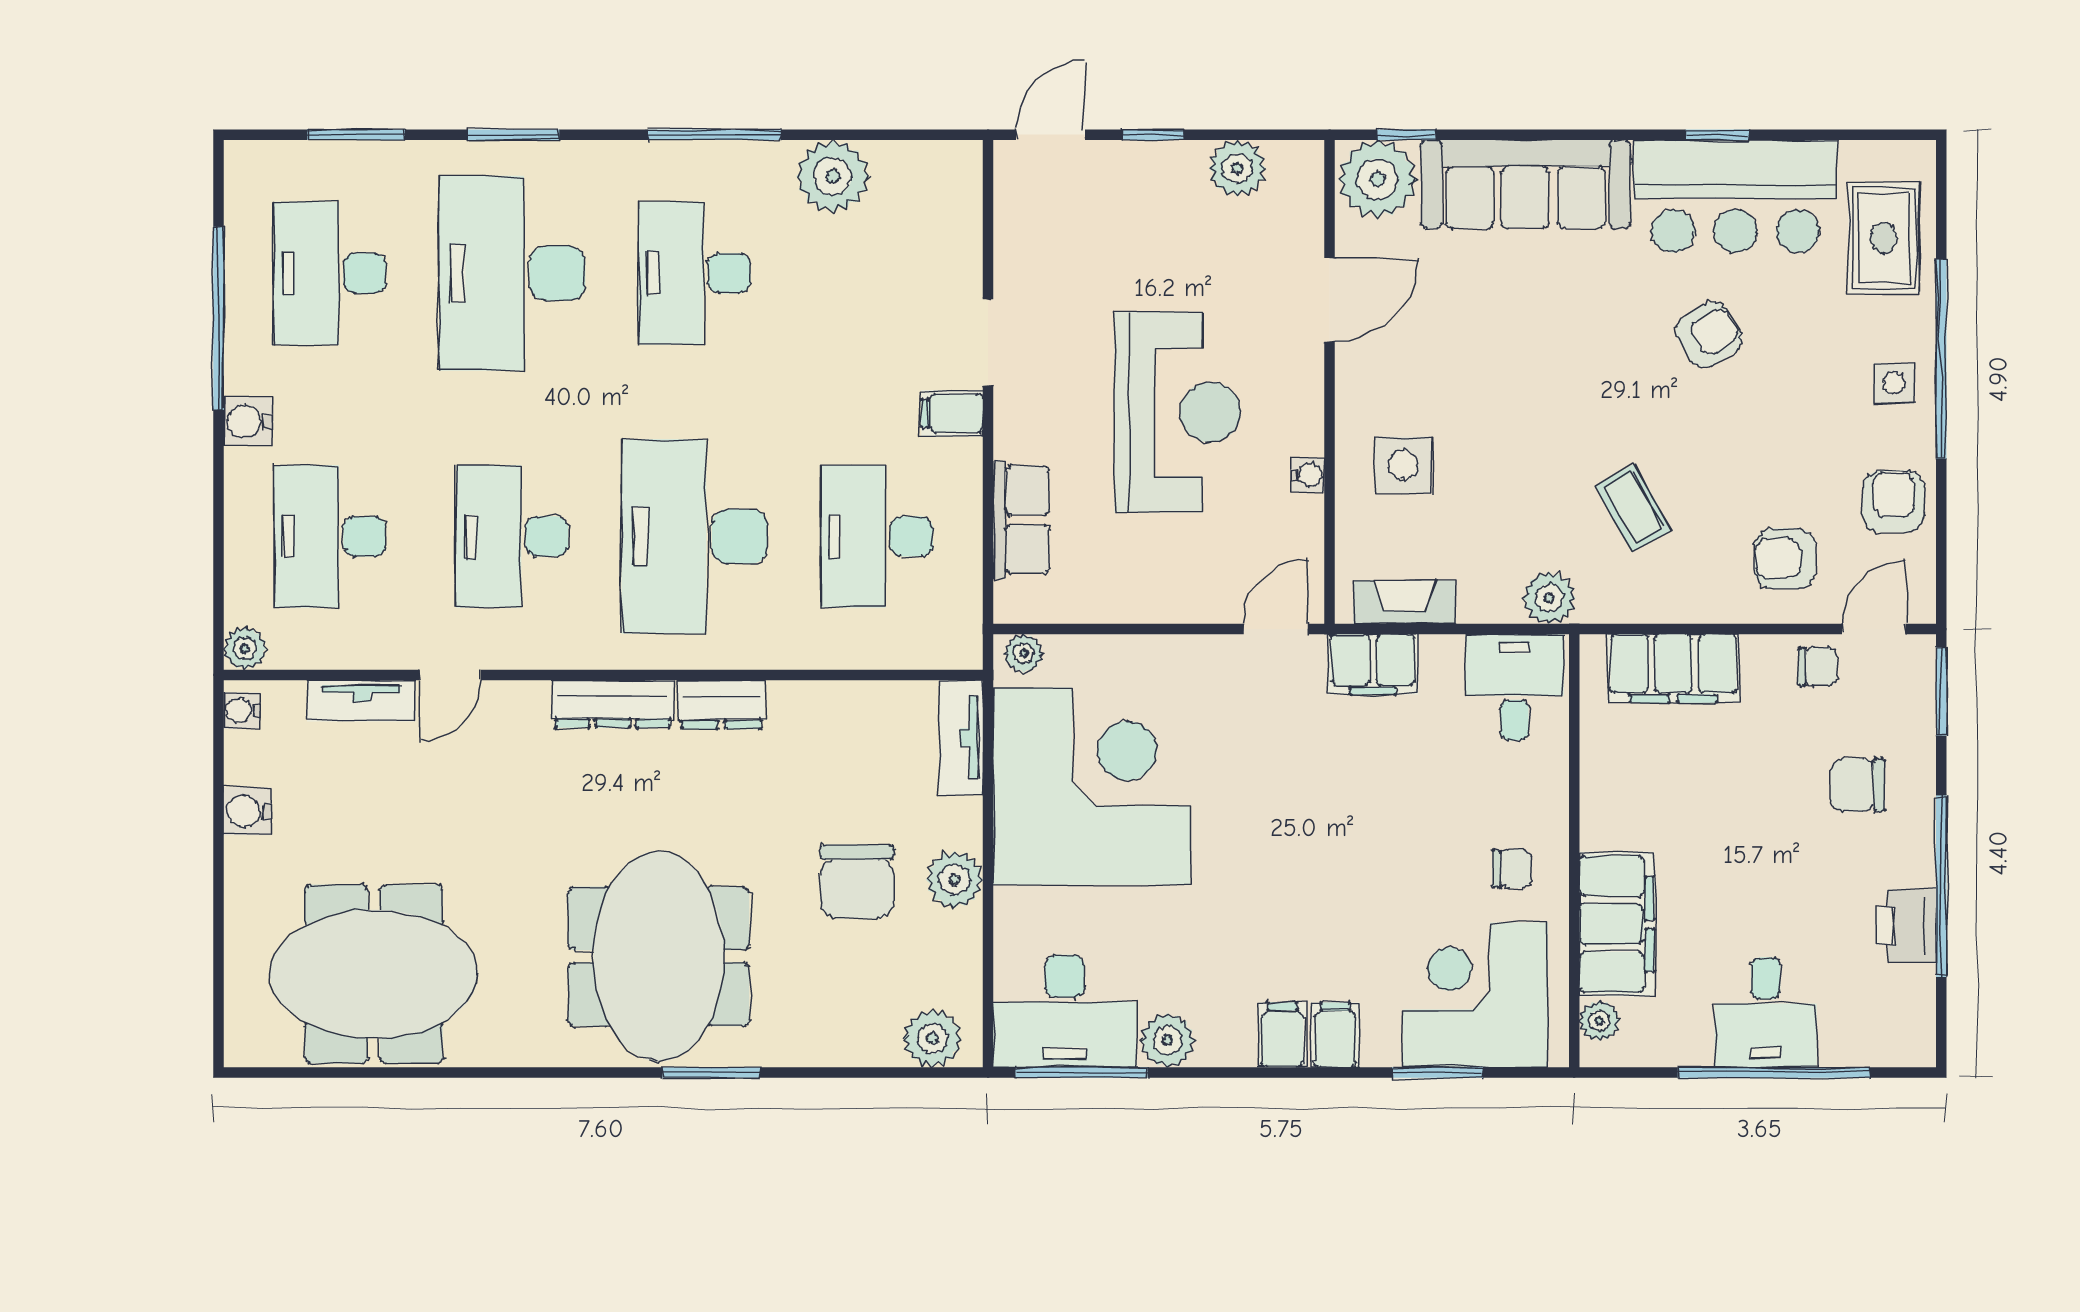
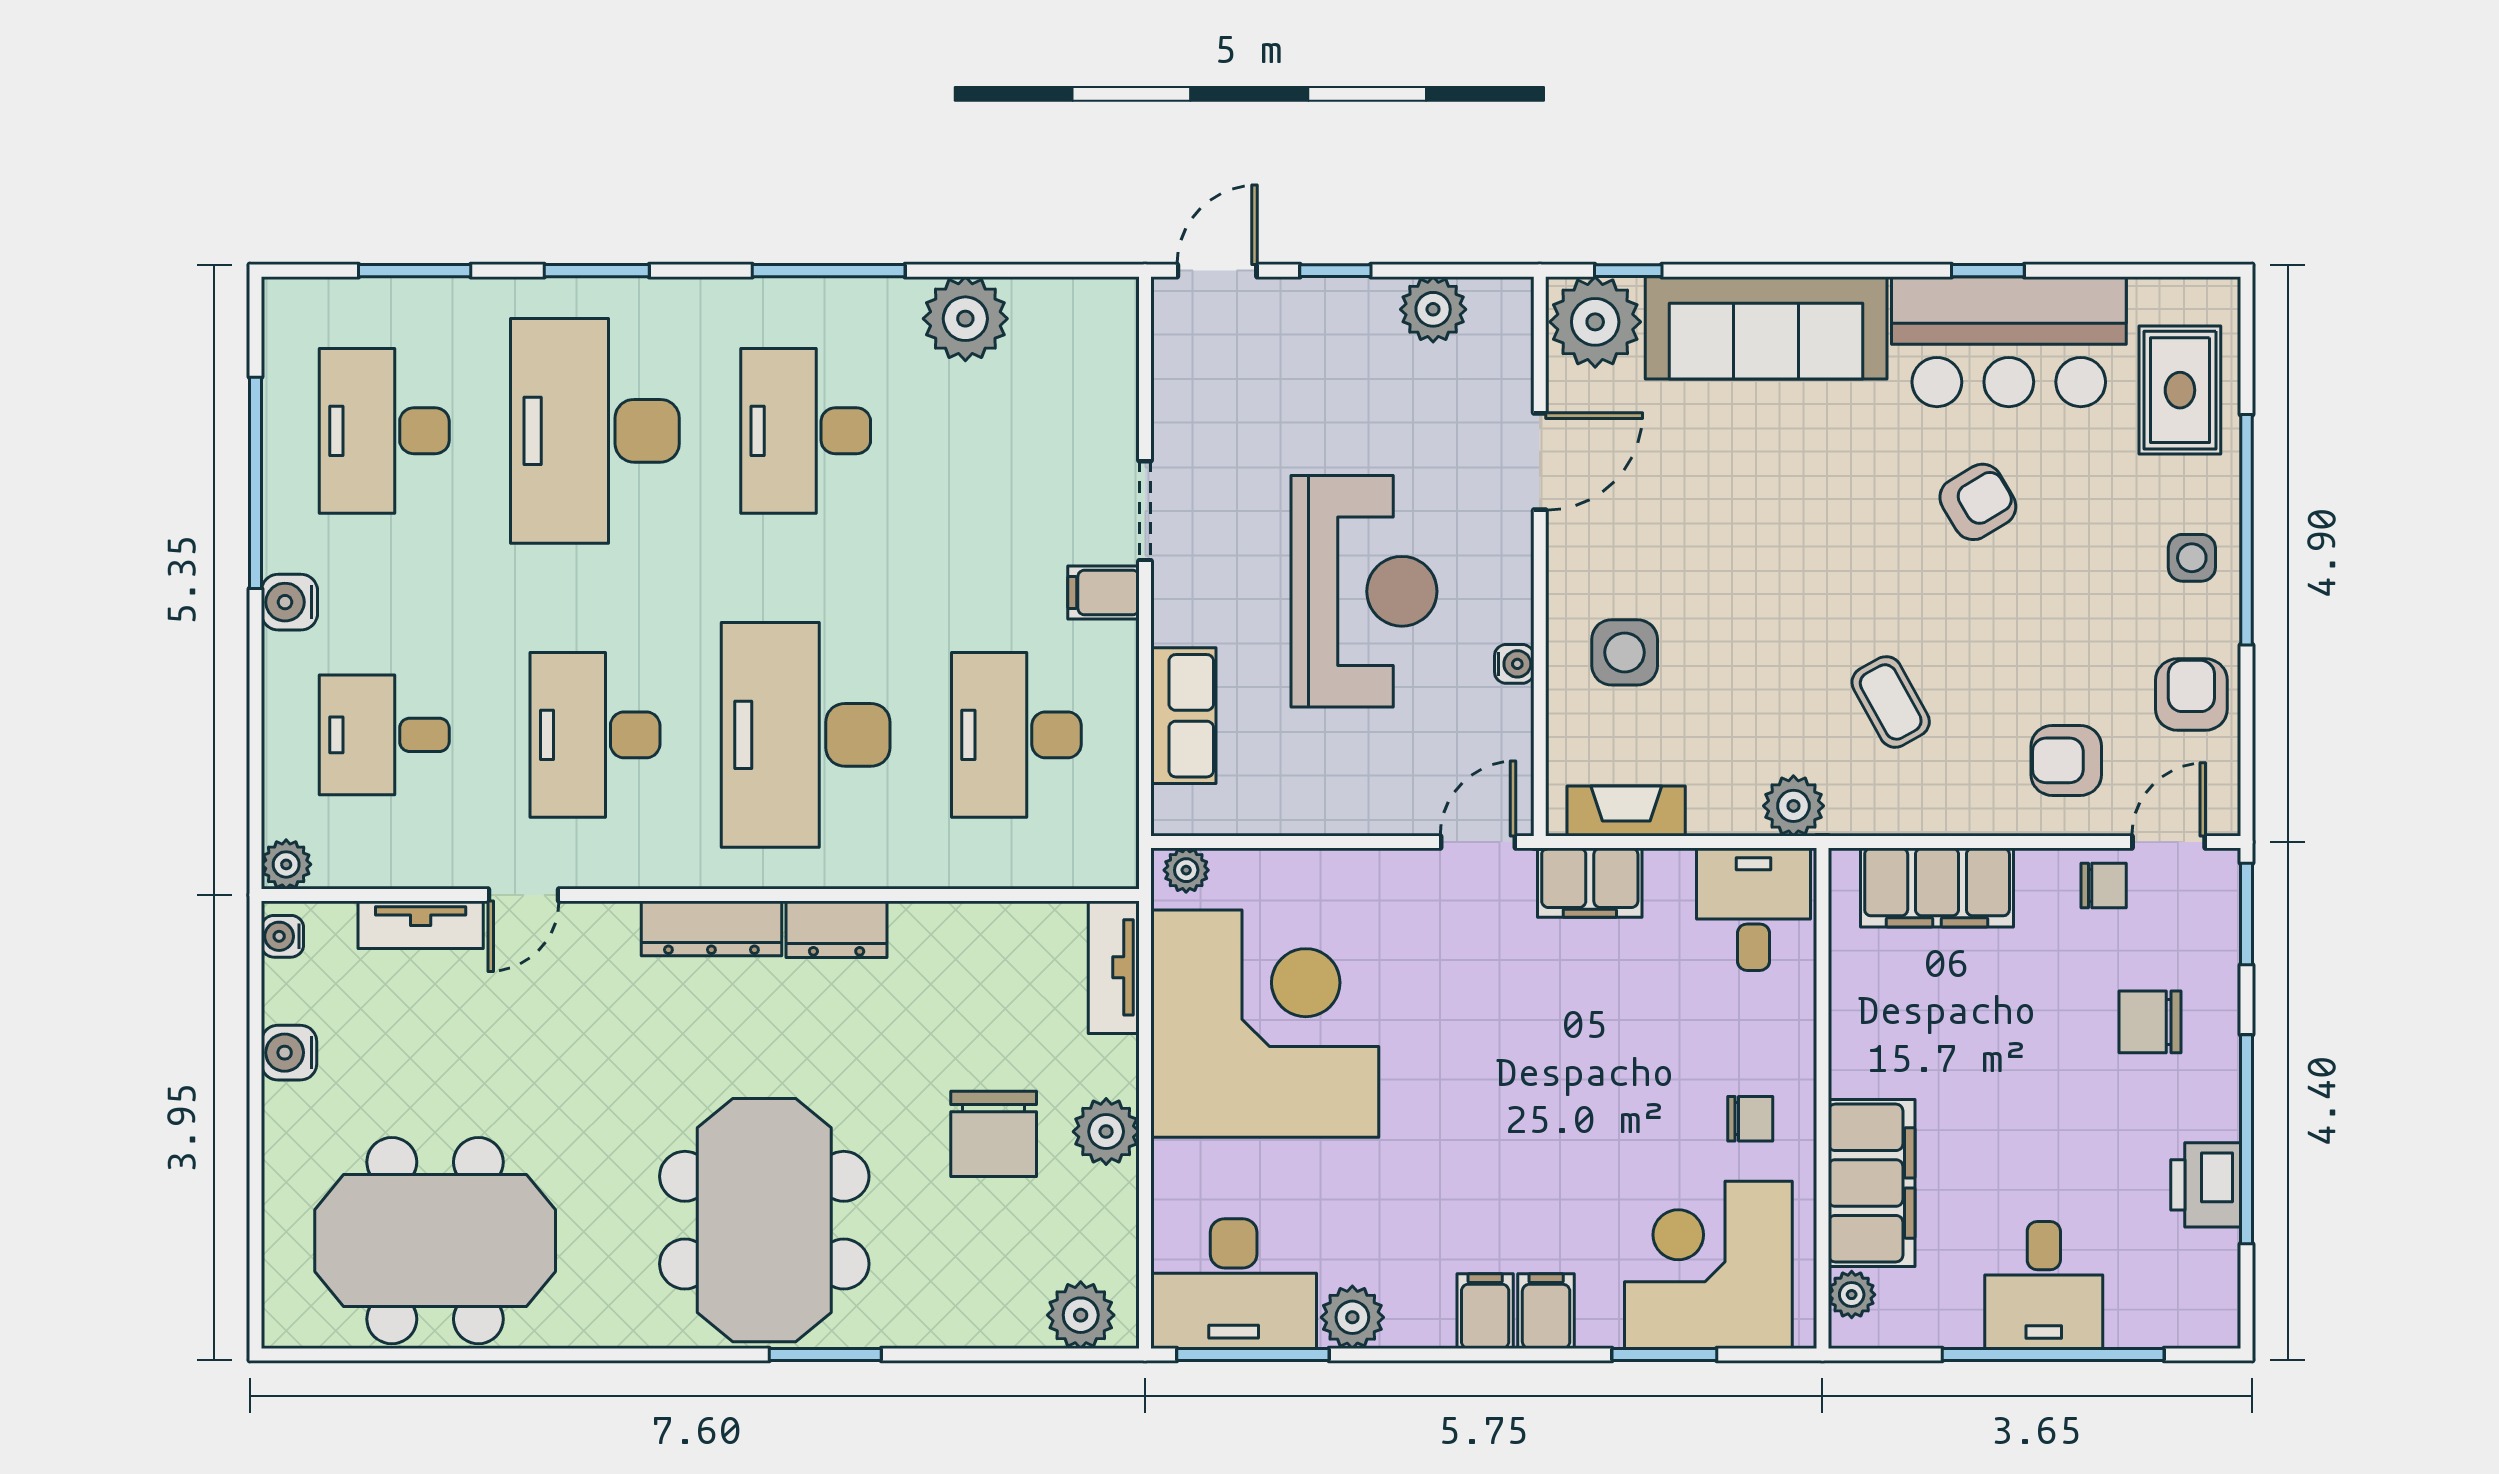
desk: (330, 536) -> (384, 735), width x0.73

